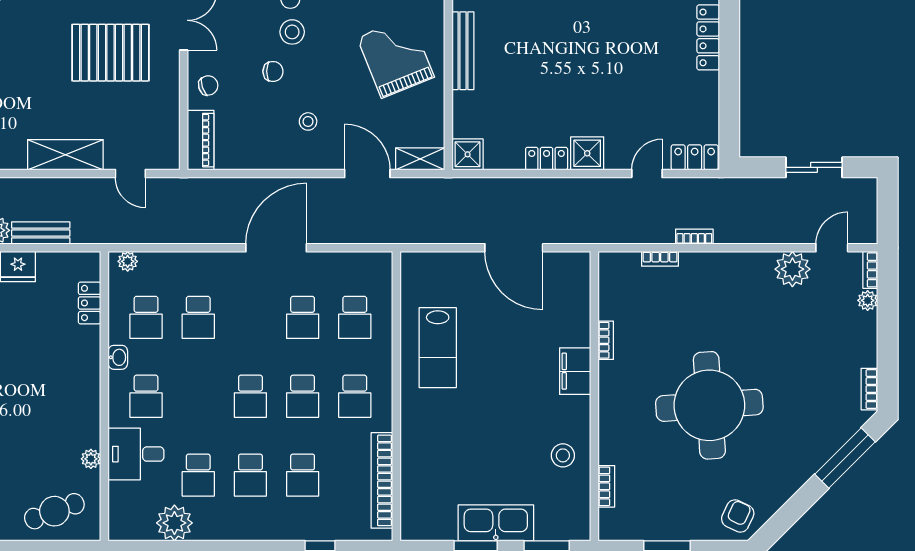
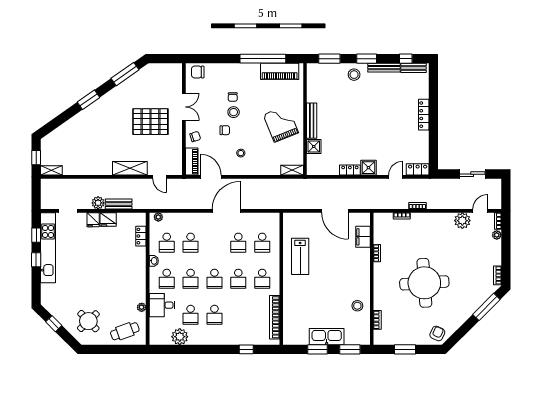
shower: (468, 154) -> (314, 146), moved
door: (367, 174) -> (211, 177), moved
filing cabinet: (575, 371) -> (363, 237), moved
school desk: (303, 475) -> (191, 279), moved

